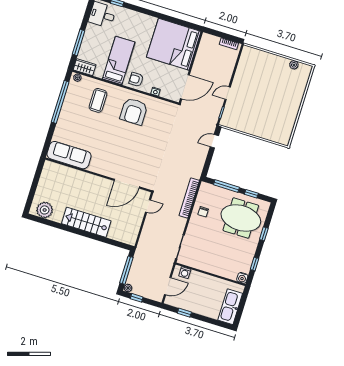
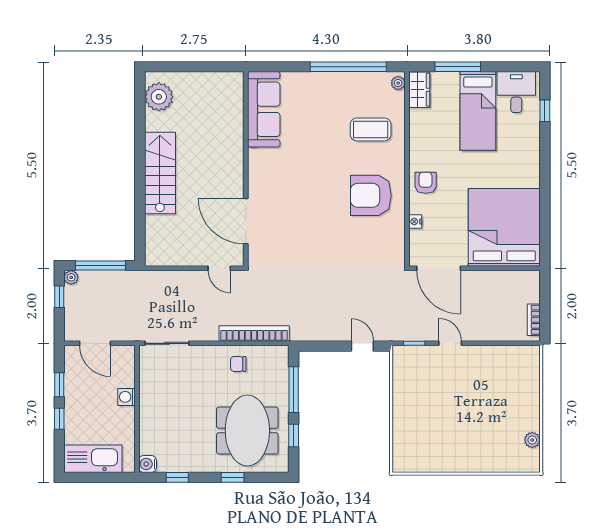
bed: (119, 60) -> (478, 111), moved, turned 90
washing machine: (185, 273) -> (127, 397), moved
window: (203, 318) -> (59, 419), added

